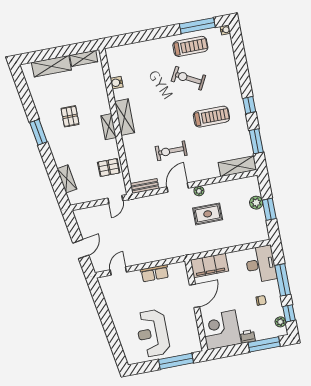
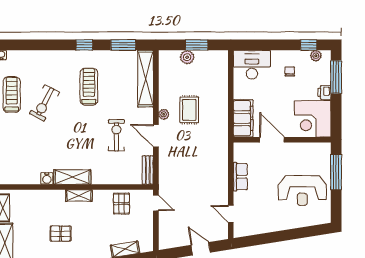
water cooler: (117, 83) -> (47, 178), moved
exercise bike: (171, 151) -> (116, 135), turned 180
shelving: (237, 166) -> (146, 79), width x1.47
window: (283, 280) -> (273, 45), removed

